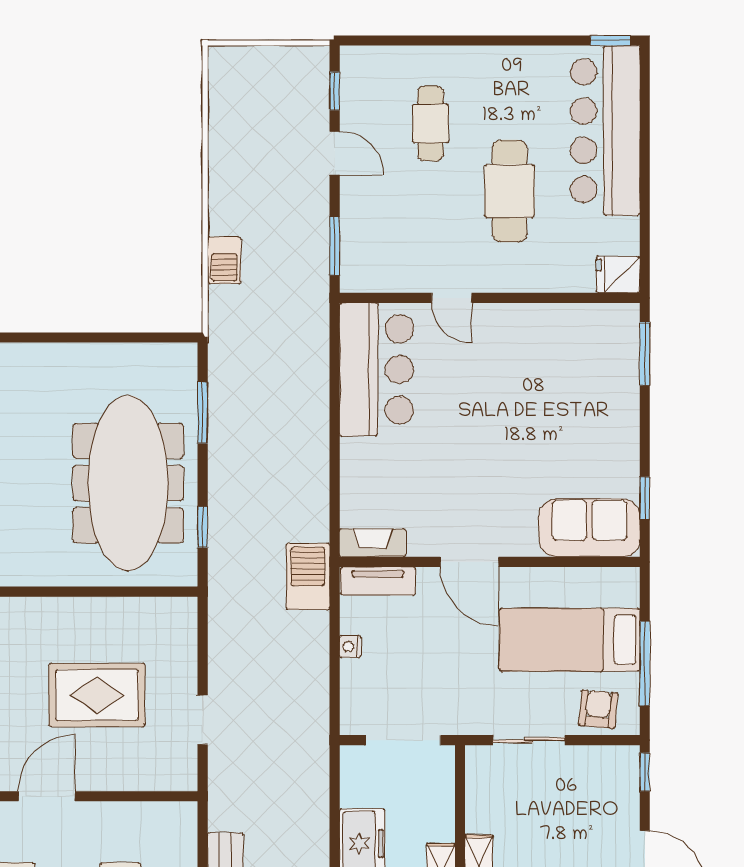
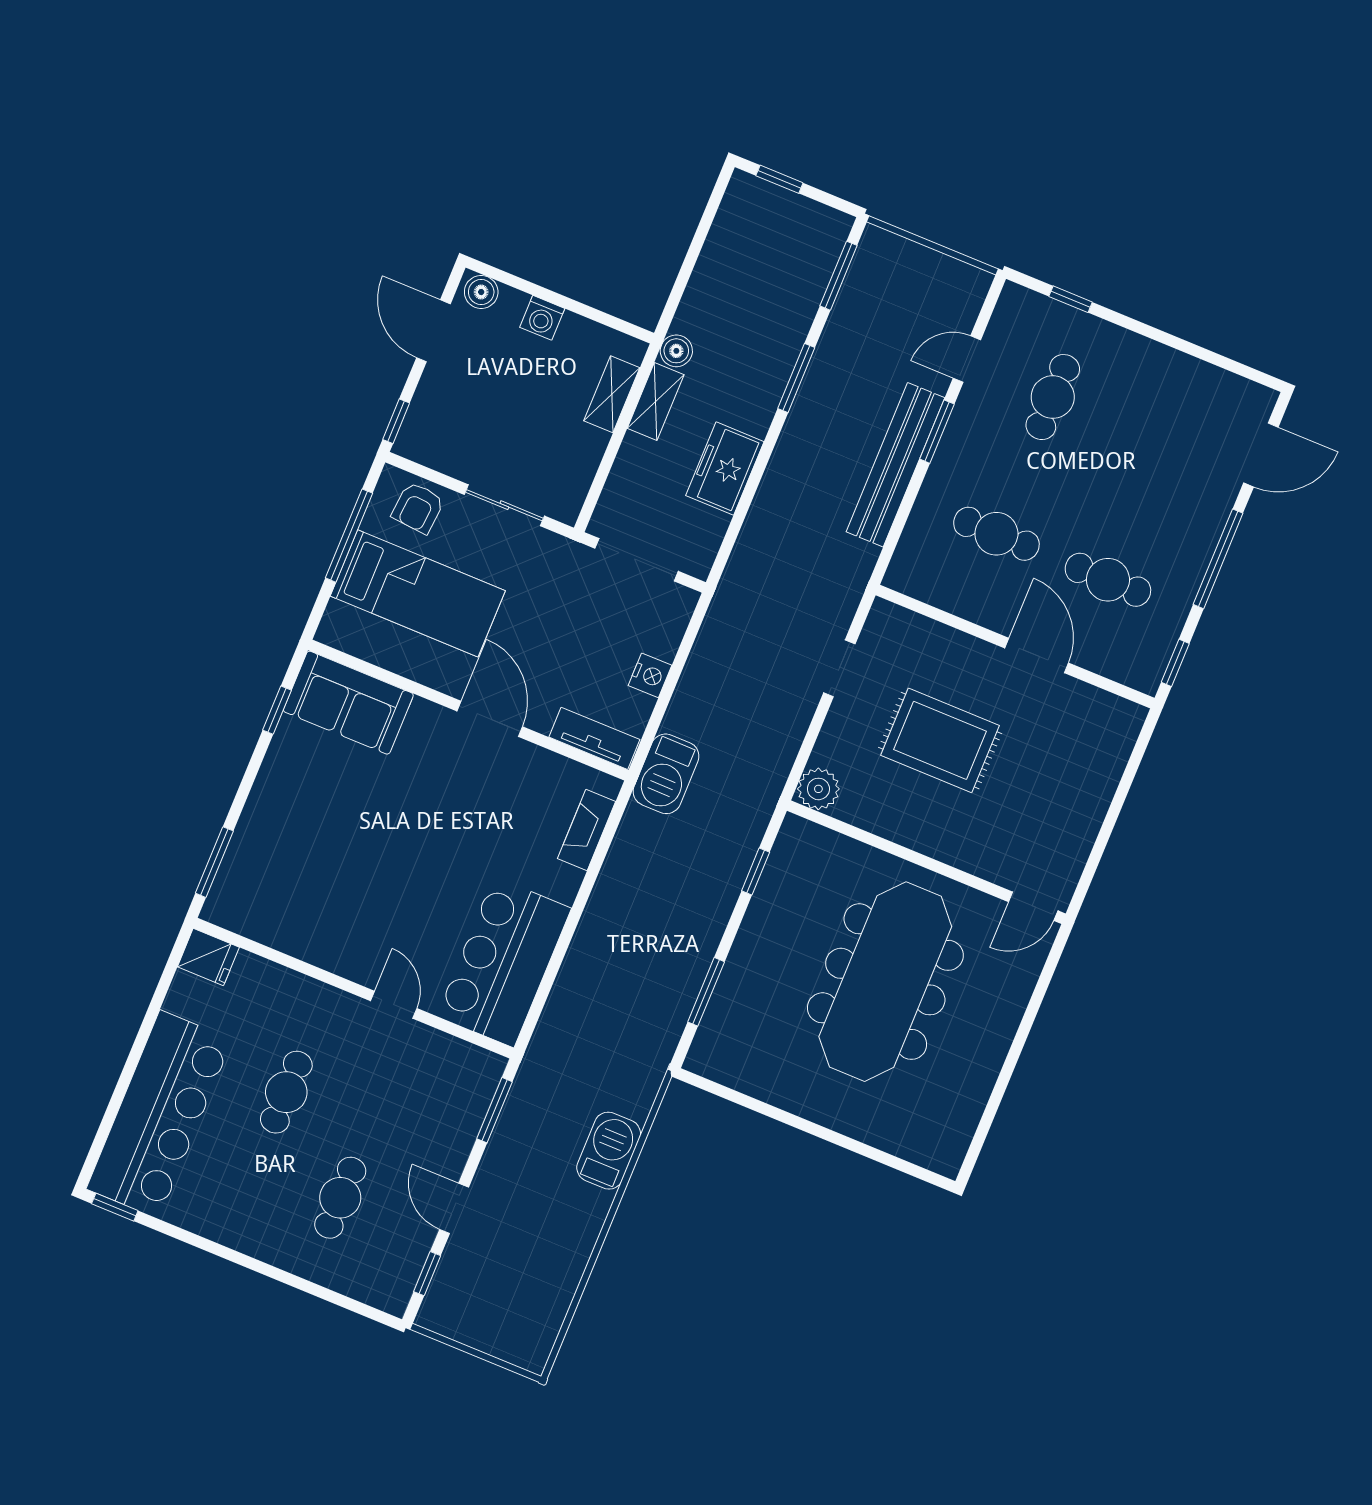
cafe table: (510, 191) -> (286, 1092), width x0.73, depth x0.74
barbecue: (224, 260) -> (609, 1151), width x1.38, depth x1.27
meeting table: (128, 483) -> (885, 982), moved
fireplace: (373, 543) -> (587, 830), moved, turned 90
plant: (179, 615) -> (818, 789), added
nightstand: (350, 646) -> (650, 675), width x1.39, depth x1.35
door: (47, 796) -> (1037, 655), swing flipped

